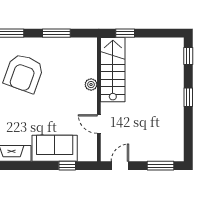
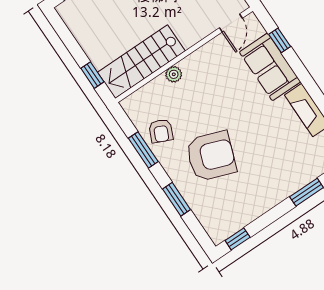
armchair: (61, 52) -> (161, 131), added
door: (99, 124) -> (231, 23), moved

